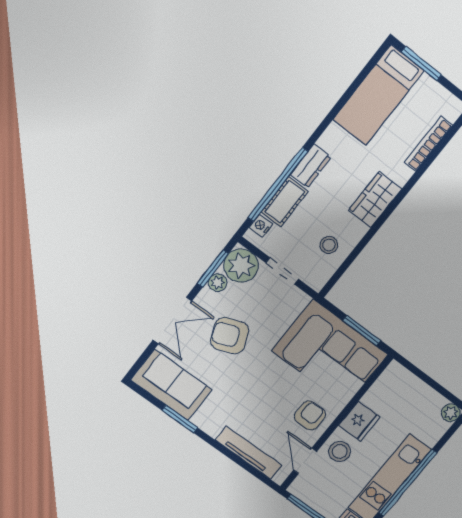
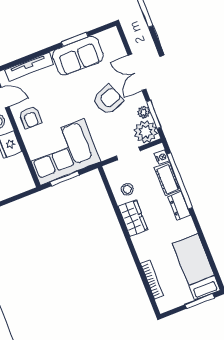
wardrobe: (375, 200) -> (133, 218), moved
sofa: (171, 385) -> (78, 56), moved

